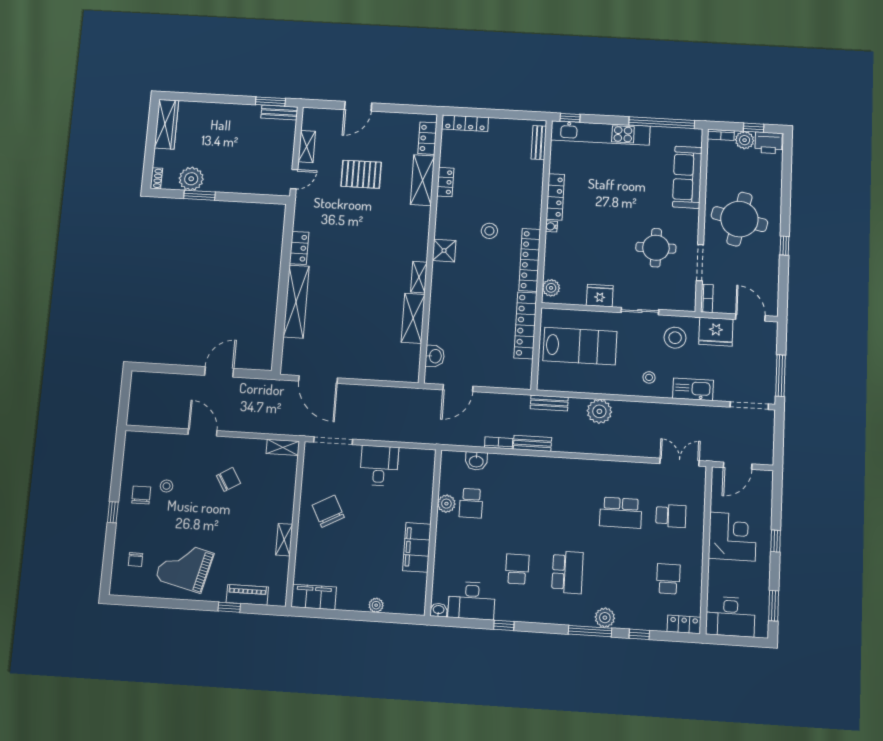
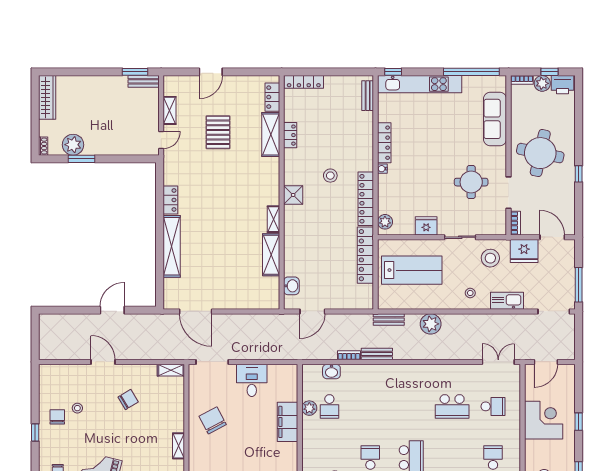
pallet: (361, 174) -> (218, 132), turned 90
filing cabinet: (417, 547) -> (288, 422), moved

